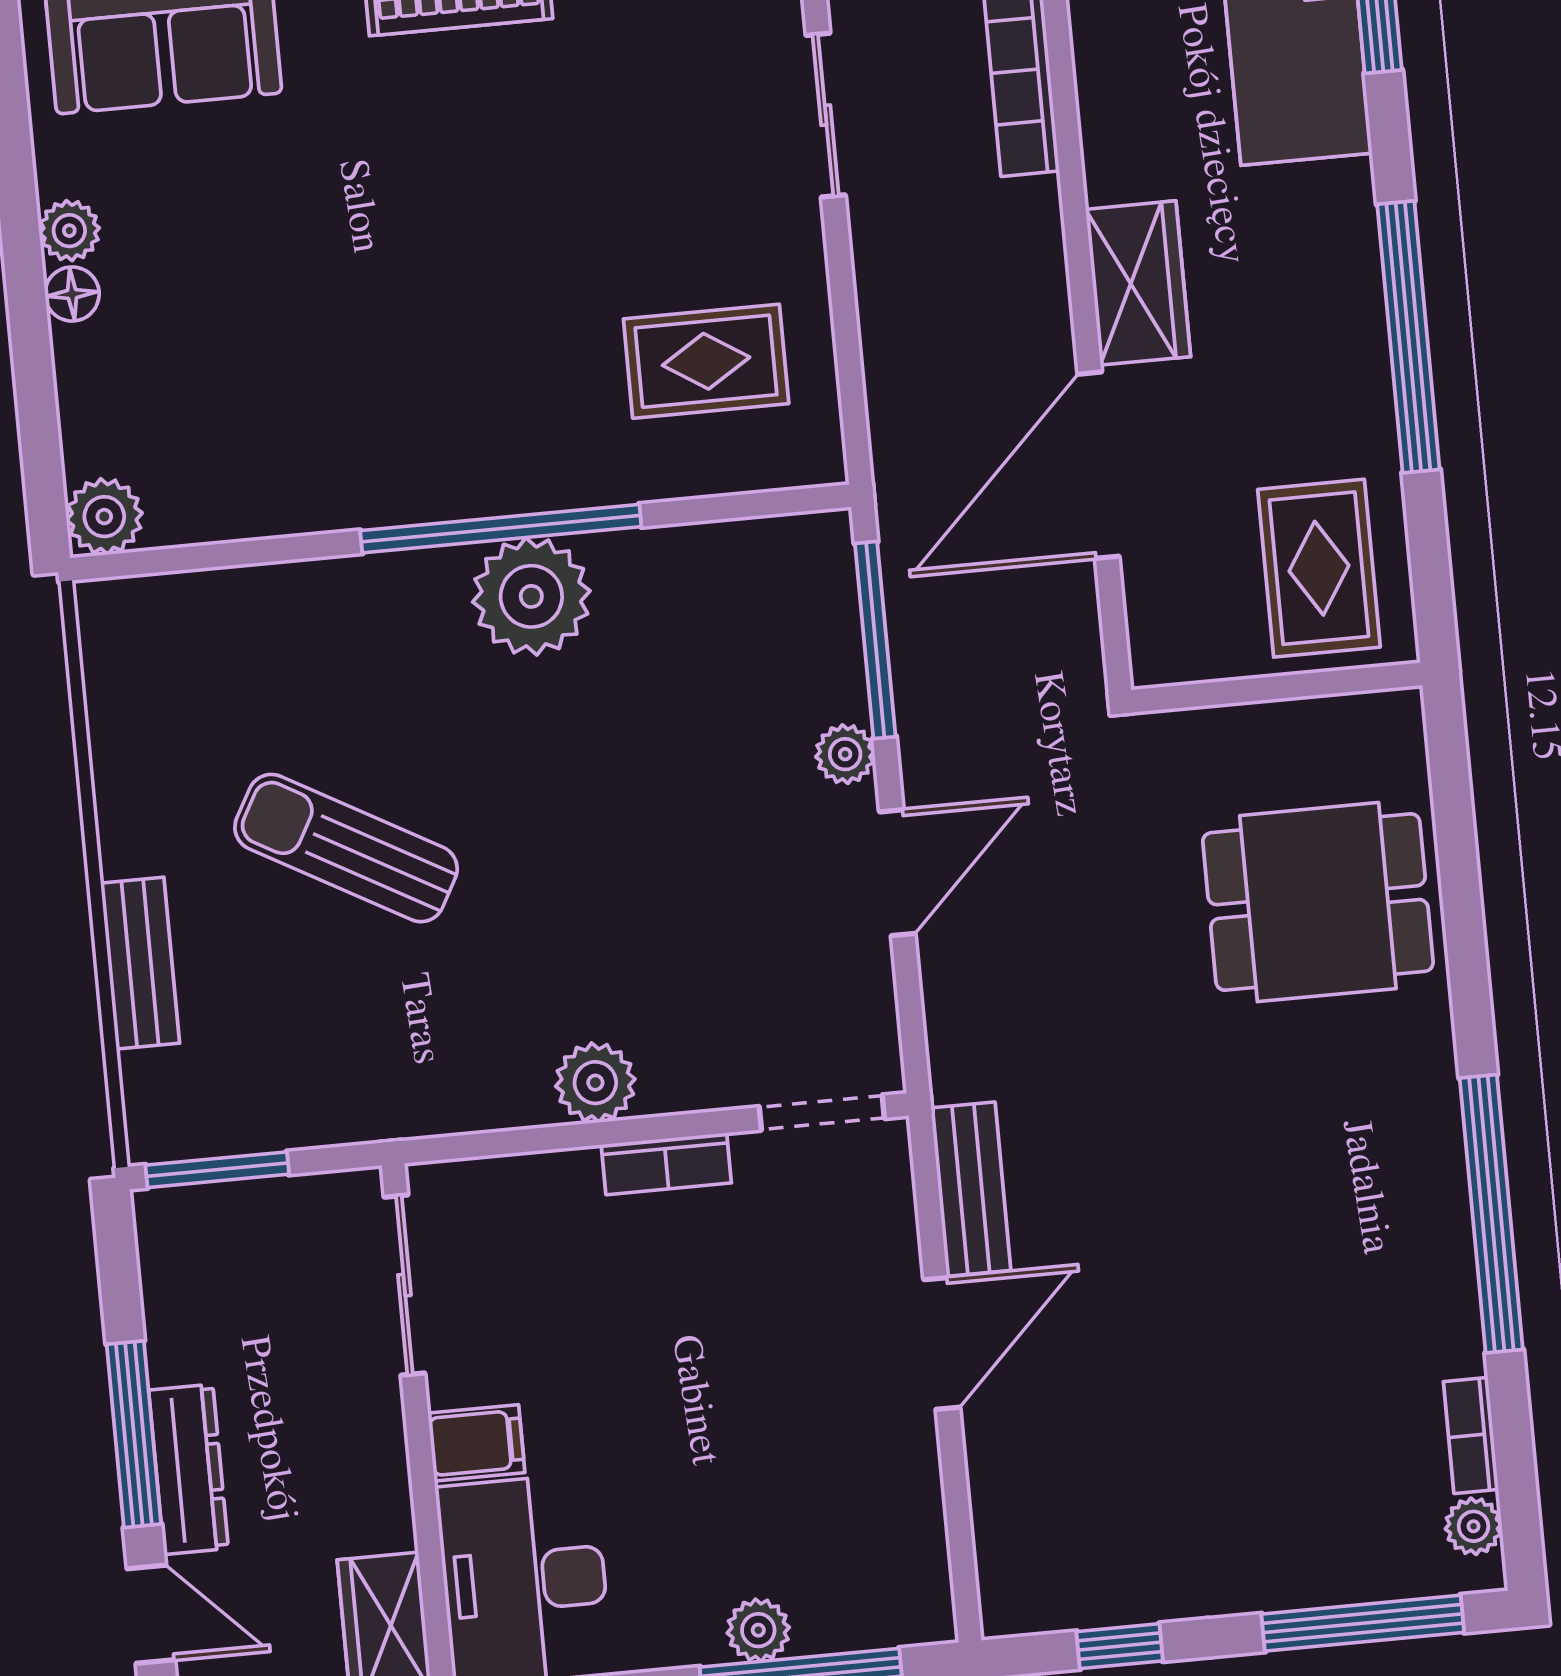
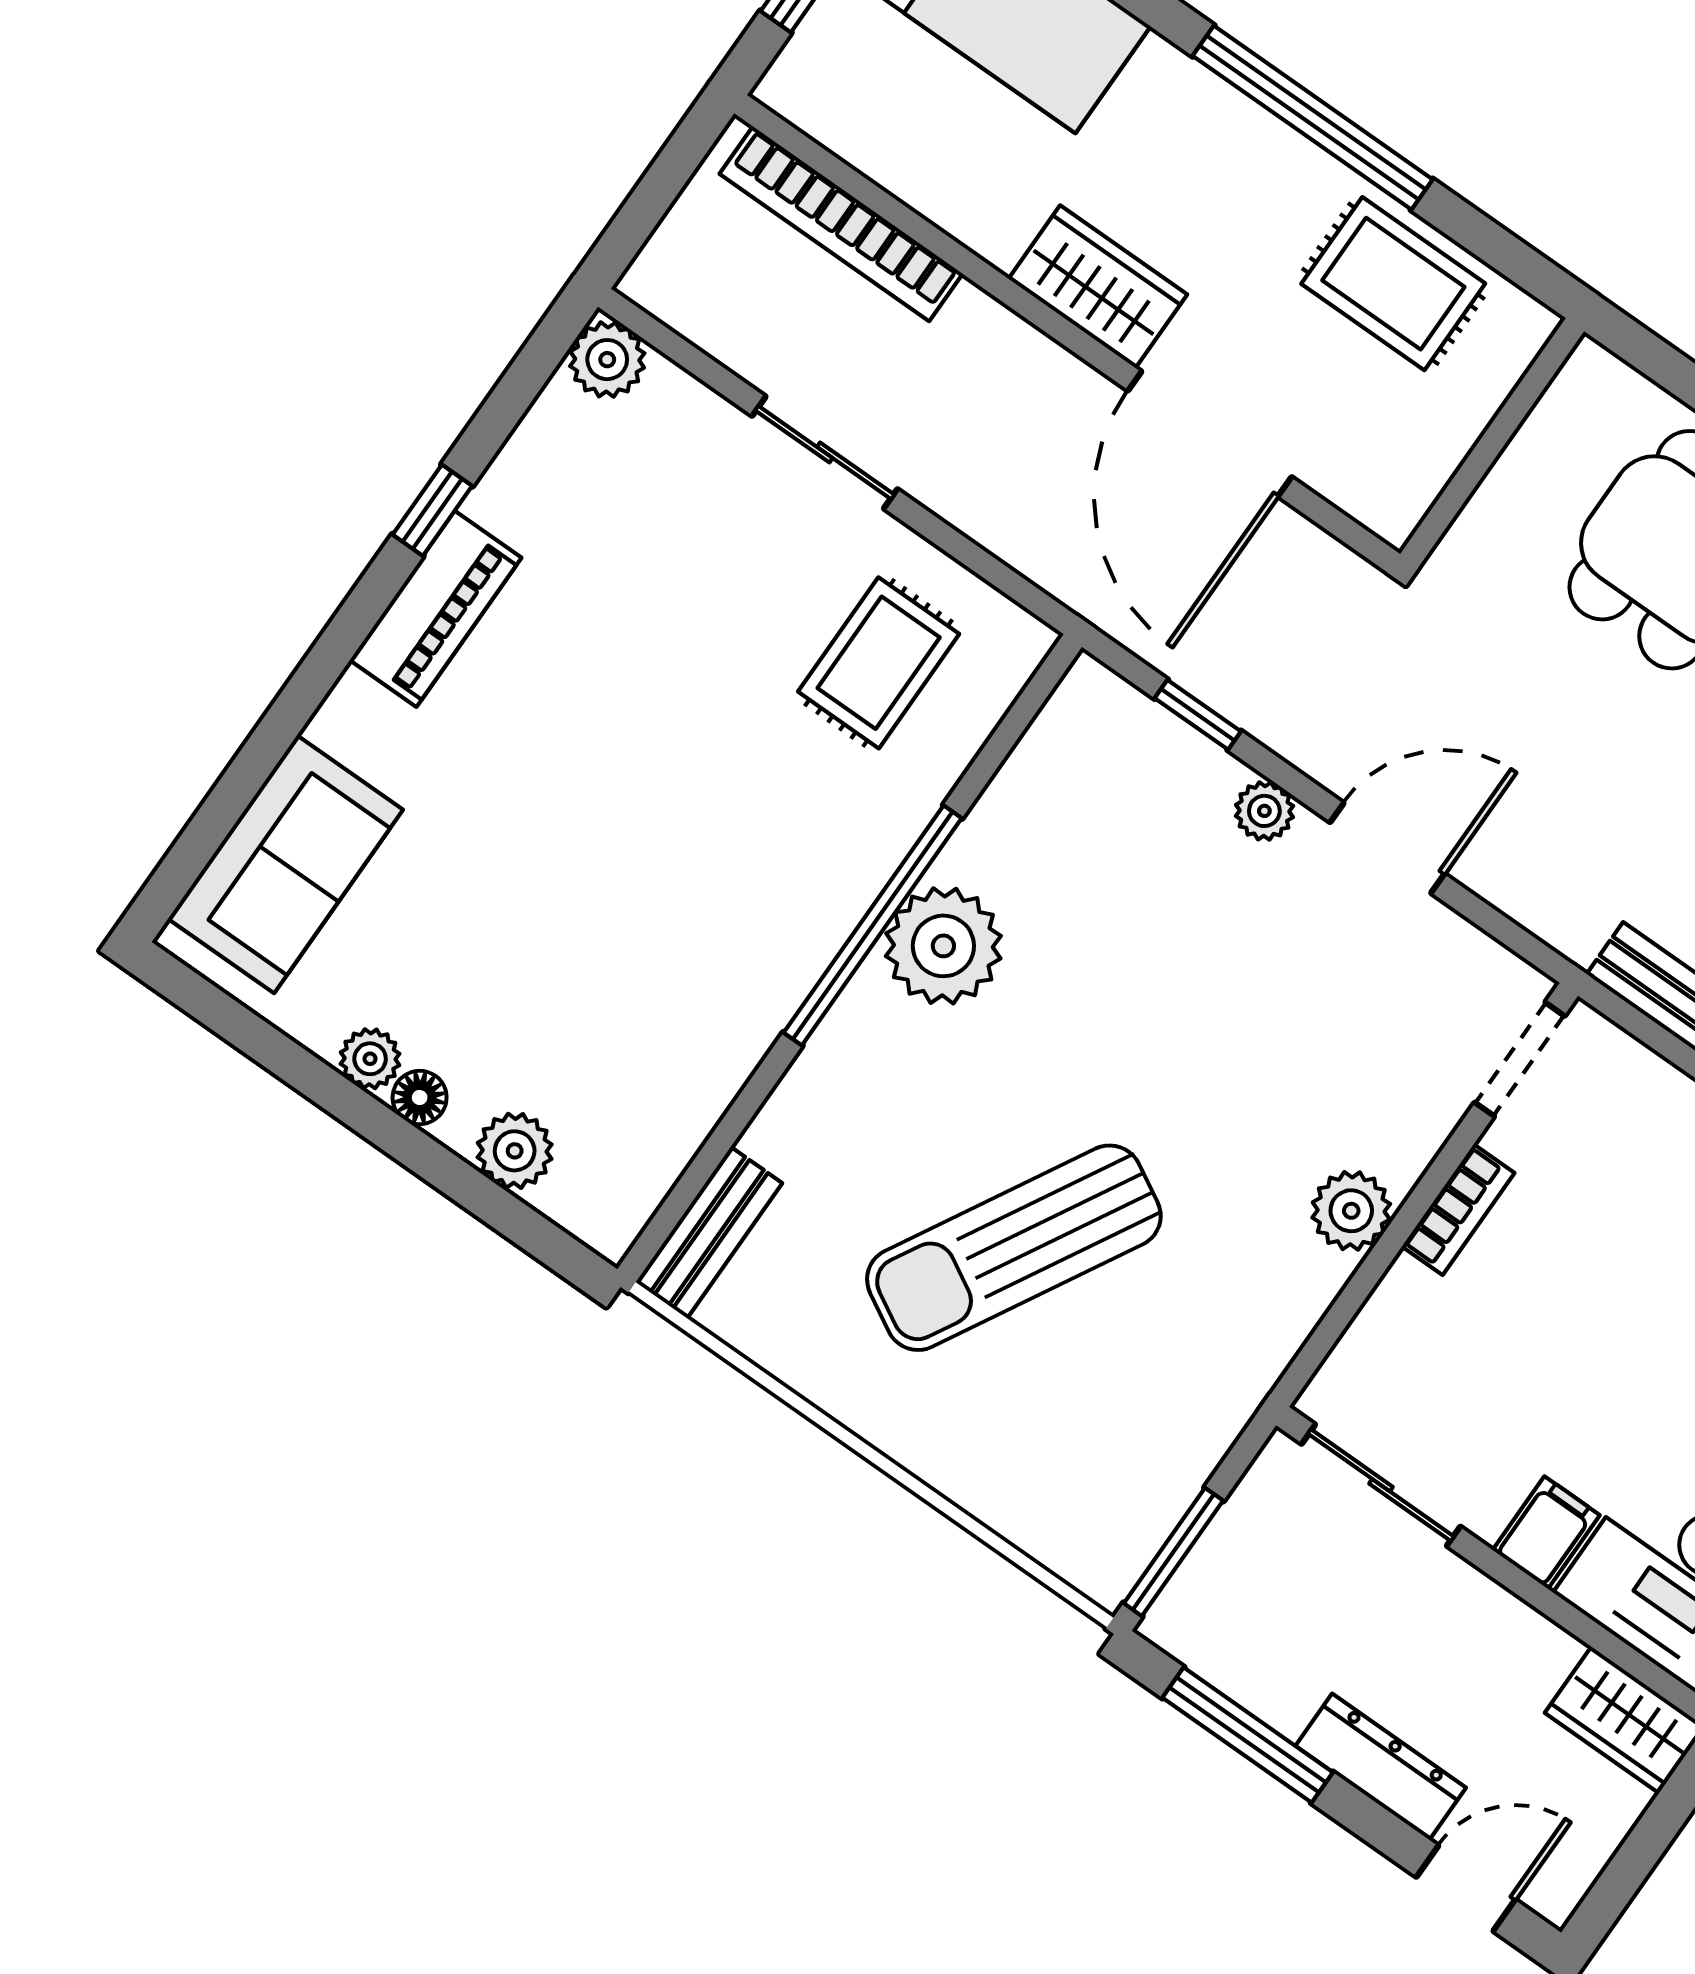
sliding door: (826, 115) -> (825, 453), moved
plant: (104, 517) -> (515, 1151), moved
rug: (1319, 568) -> (1393, 284), moved
window: (875, 640) -> (1198, 715), width x0.46
sun lounger: (346, 848) -> (1014, 1248), width x1.36, depth x1.34
door: (897, 873) -> (1387, 848), hinge flipped
bench: (140, 963) -> (709, 1233), moved, turned 90
window: (134, 1434) -> (1248, 1735), moved

